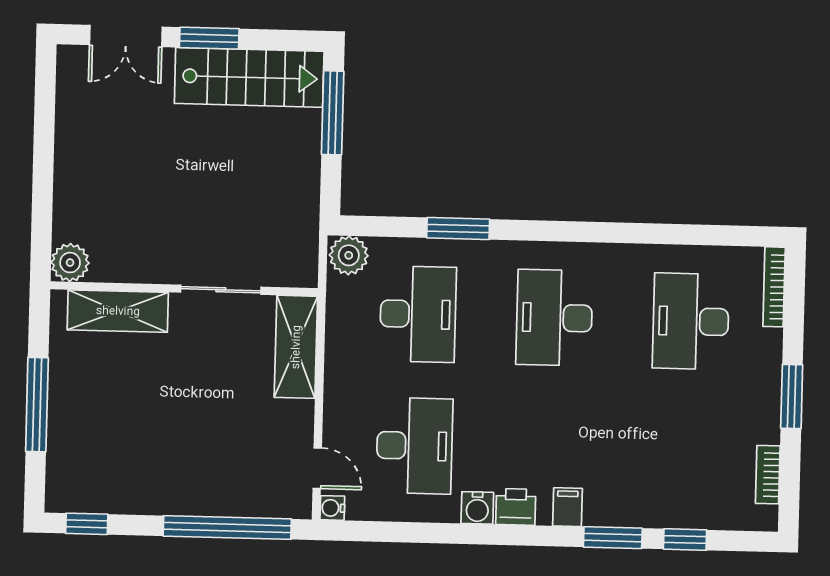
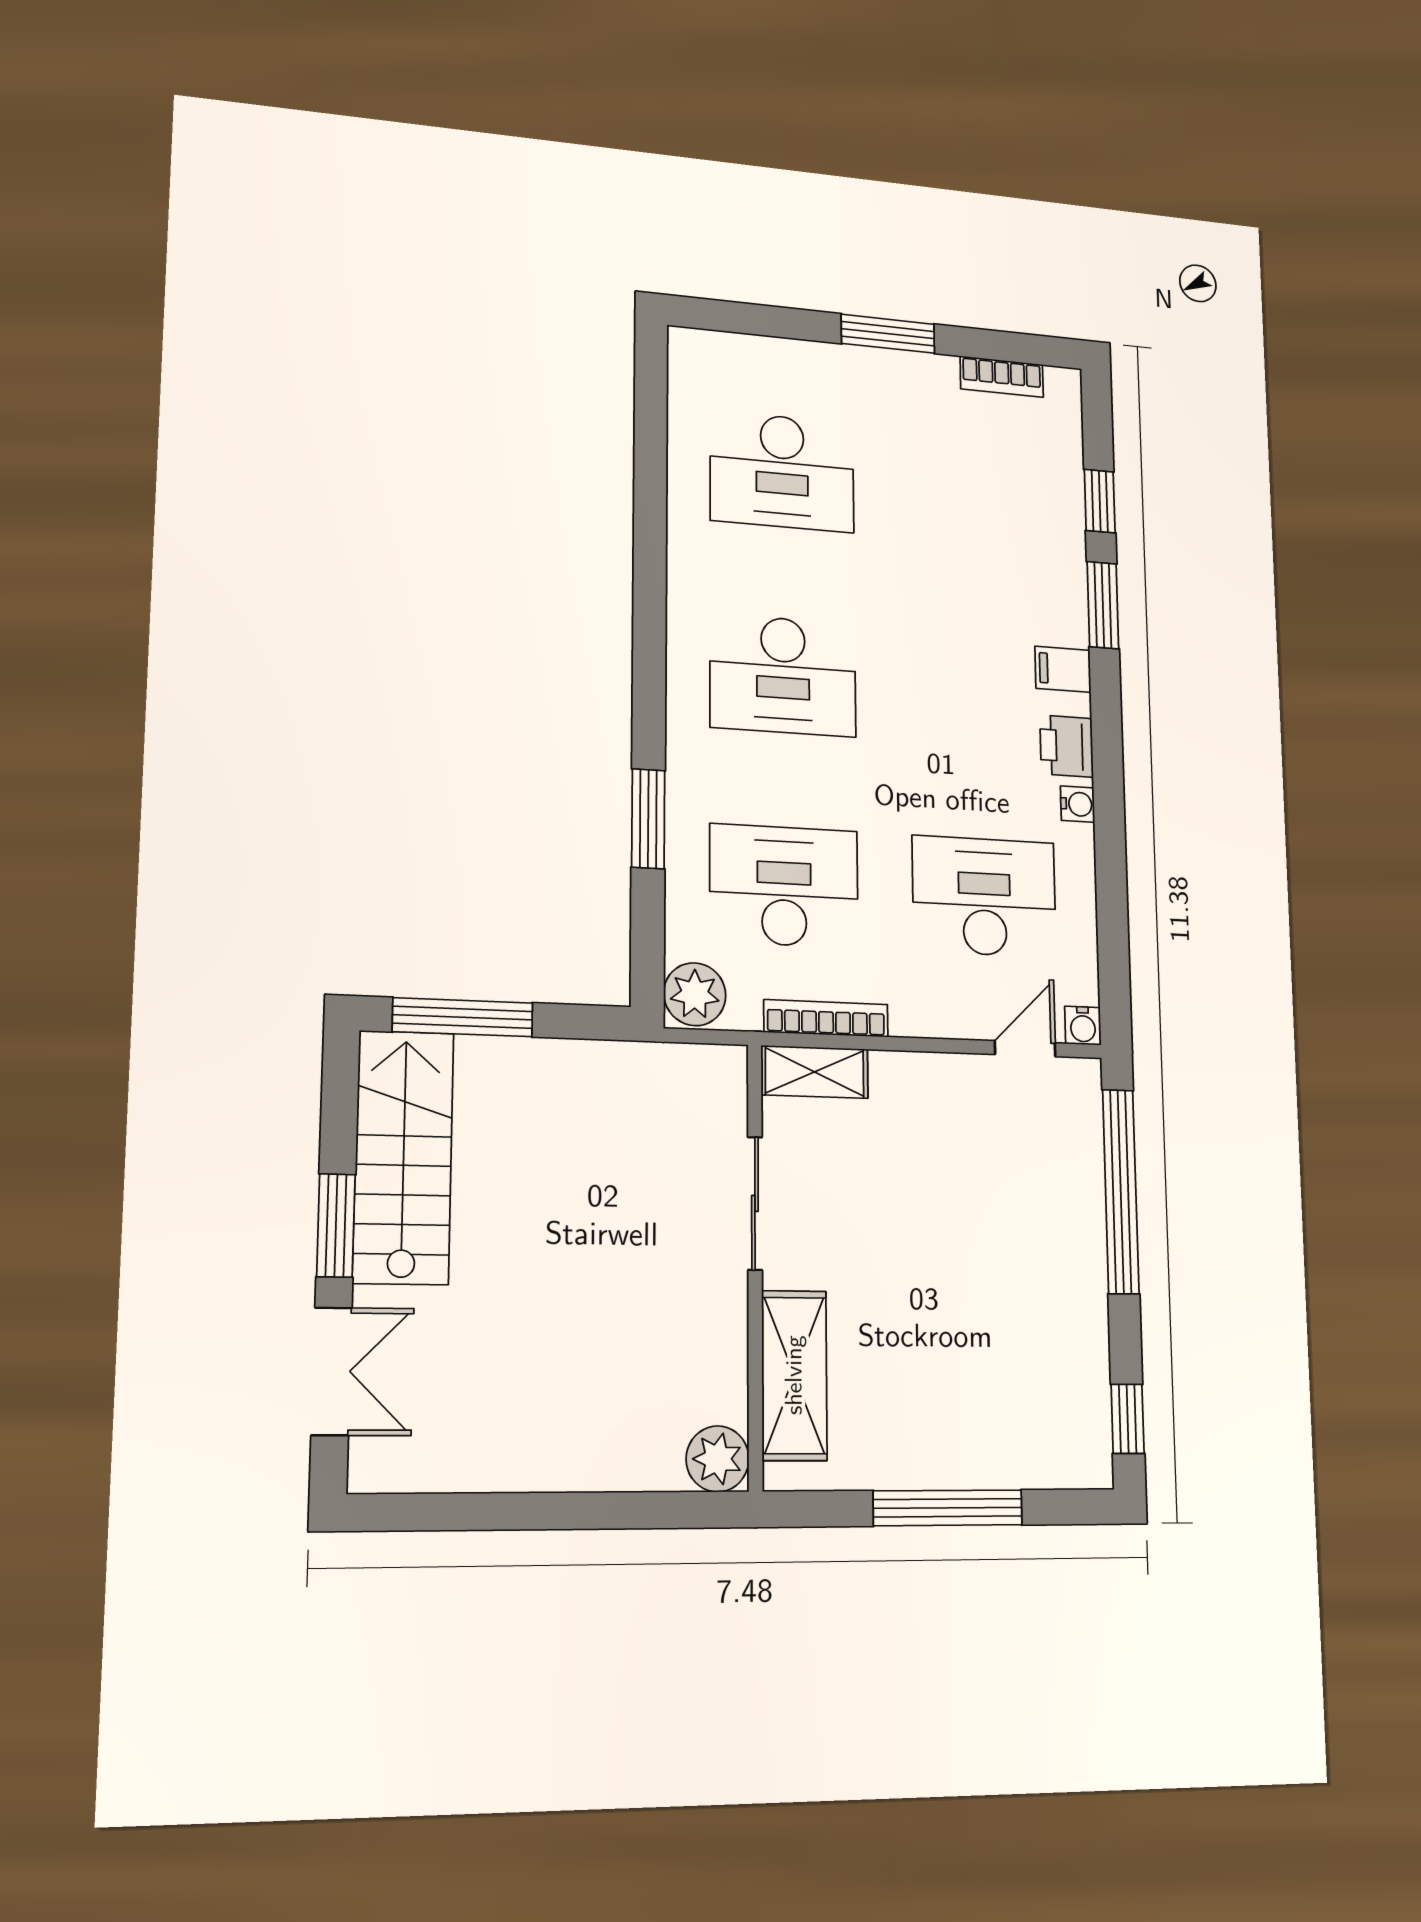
bookcase: (774, 287) -> (826, 1018), moved, turned 180
shelving: (296, 347) -> (815, 1072), width x0.67, depth x0.75
water cooler: (477, 508) -> (1078, 804), width x0.72, depth x0.72

